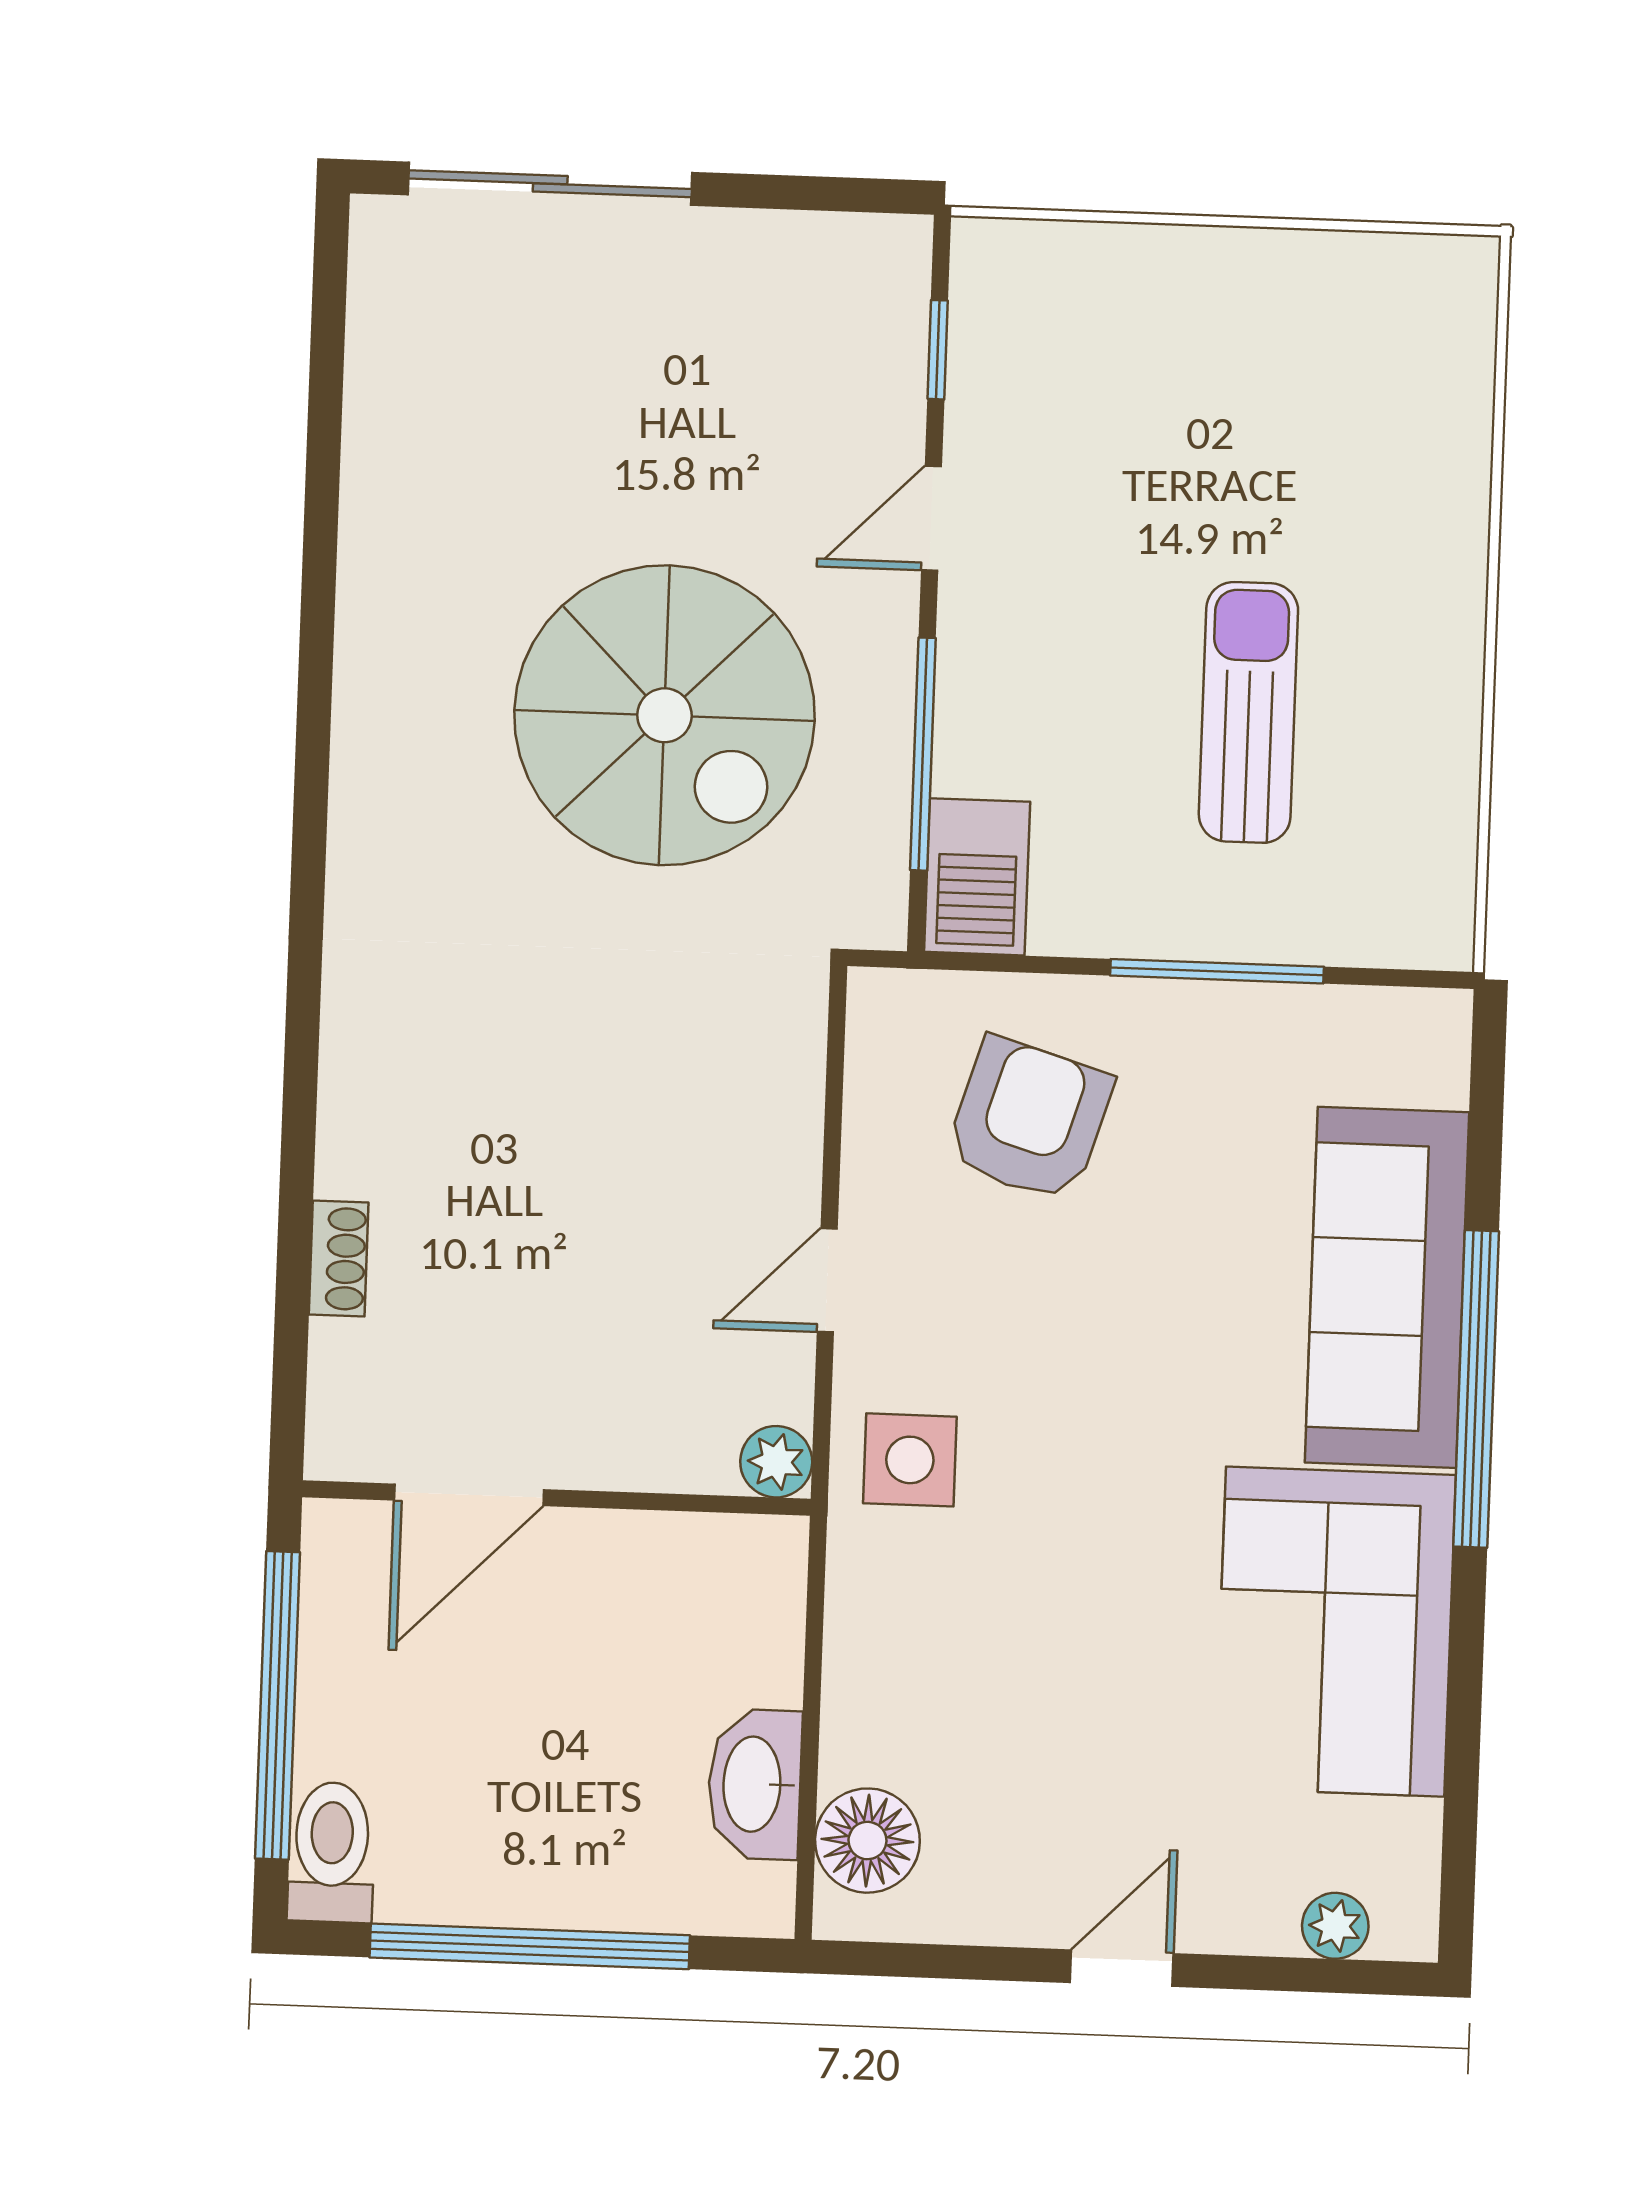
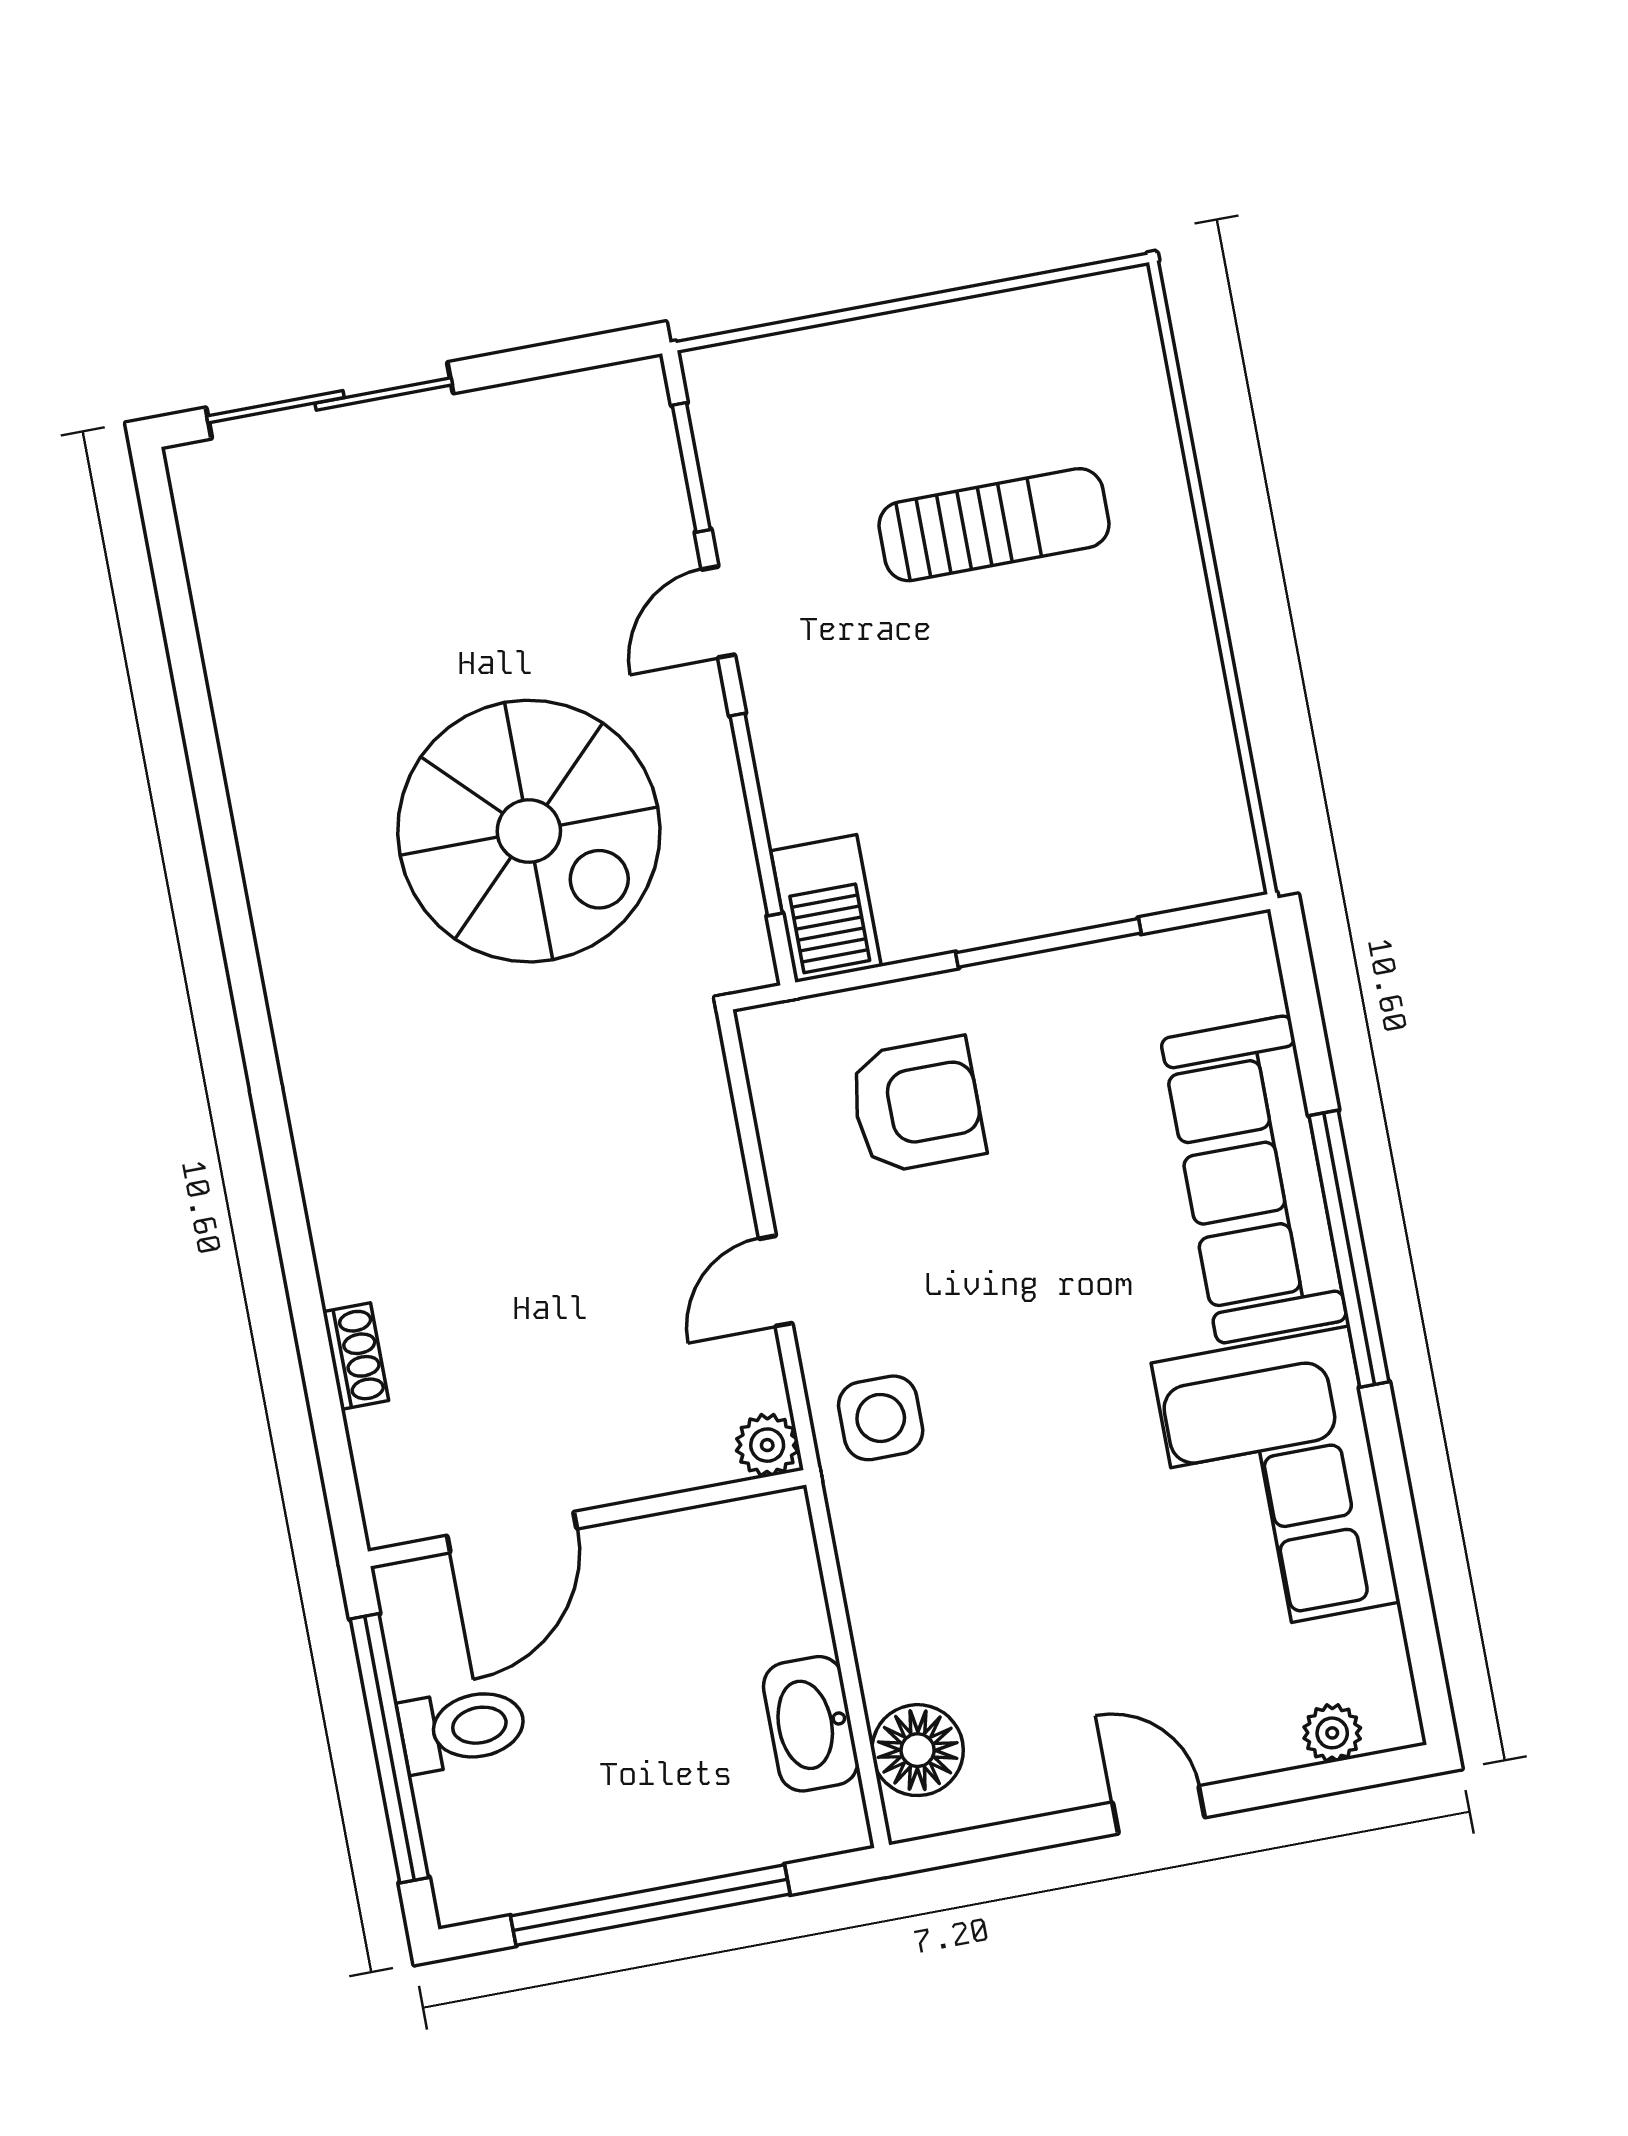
window: (938, 350) -> (691, 467), width x1.50
sun lounger: (1248, 712) -> (994, 525), moved, turned 90
armchair: (1029, 1119) -> (917, 1105), turned 73
toilet: (332, 1852) -> (463, 1728), moved, turned 90
door: (1122, 1968) -> (1159, 1810), hinge flipped

